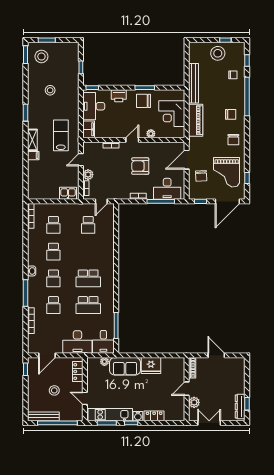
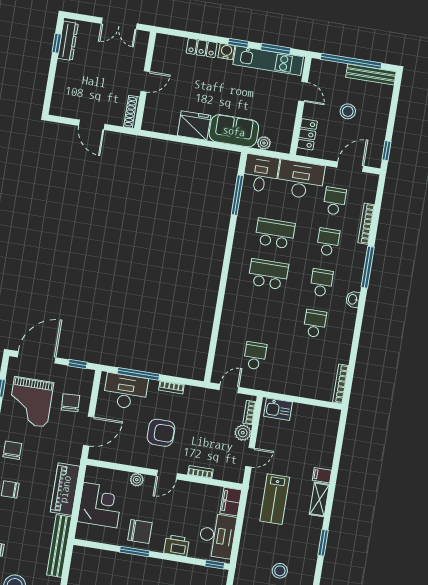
grand piano: (227, 172) -> (31, 402), turned 180
school desk: (53, 225) -> (335, 201), moved
plant: (194, 402) -> (137, 58), removed

